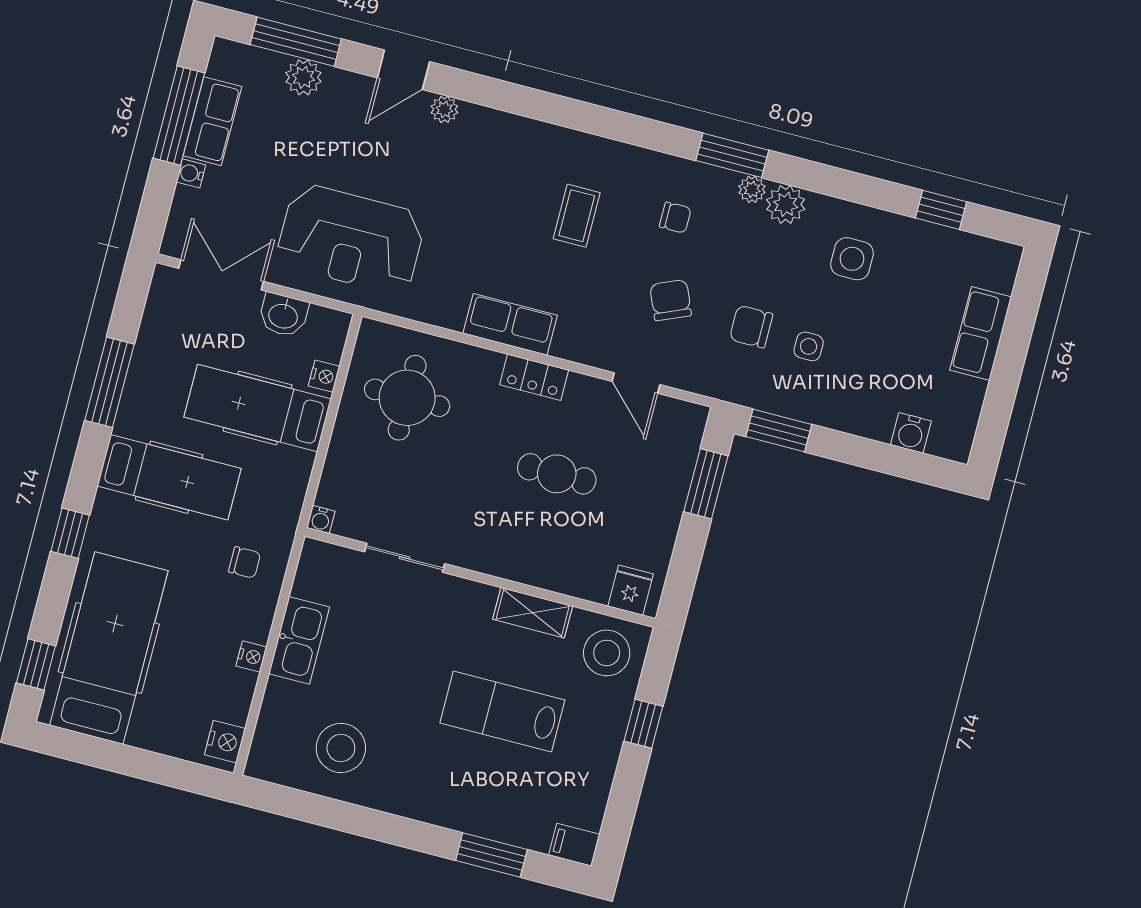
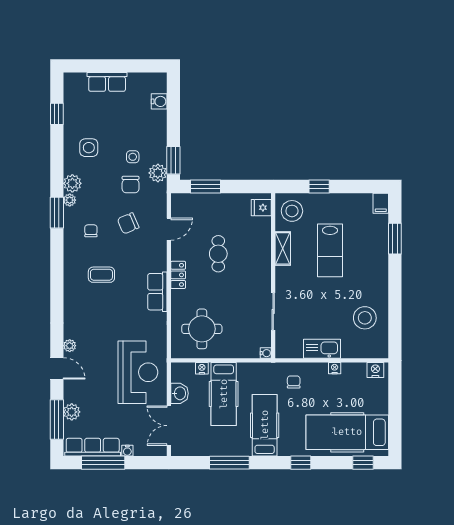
row of seats: (212, 121) -> (93, 447), width x1.48
plant: (761, 391) -> (158, 173), added

